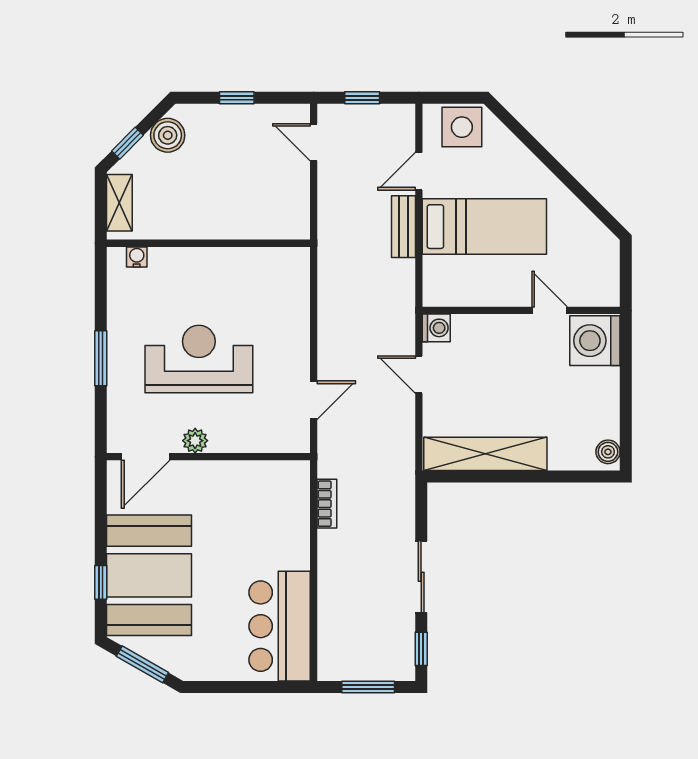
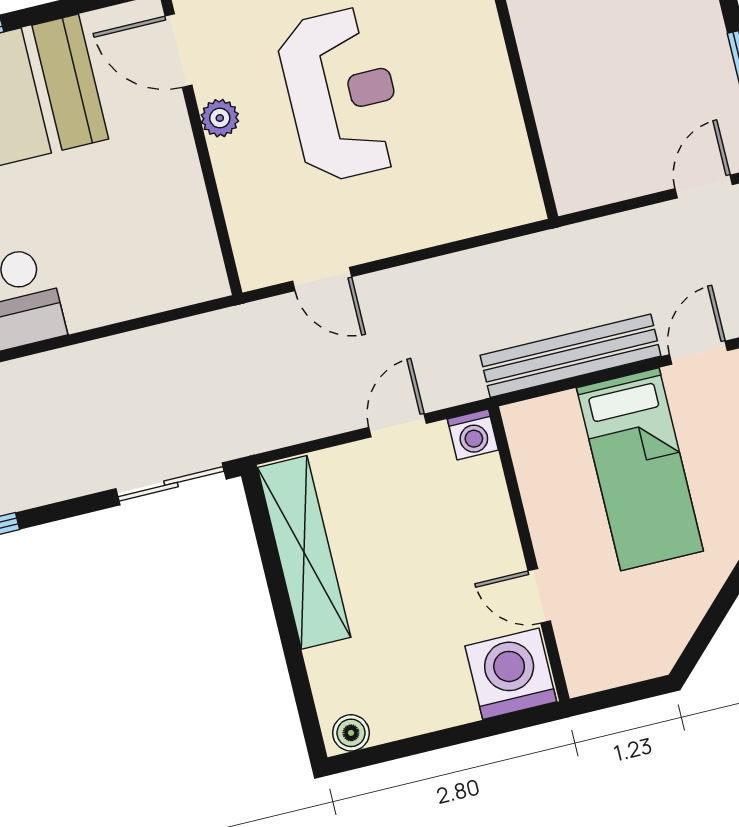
door: (419, 171) -> (698, 353), hinge flipped
bench: (404, 227) -> (570, 356), width x1.86, depth x1.21
door: (550, 310) -> (539, 596), swing flipped
bookcase: (327, 504) -> (174, 336), removed
sliding door: (421, 577) -> (171, 484), moved

